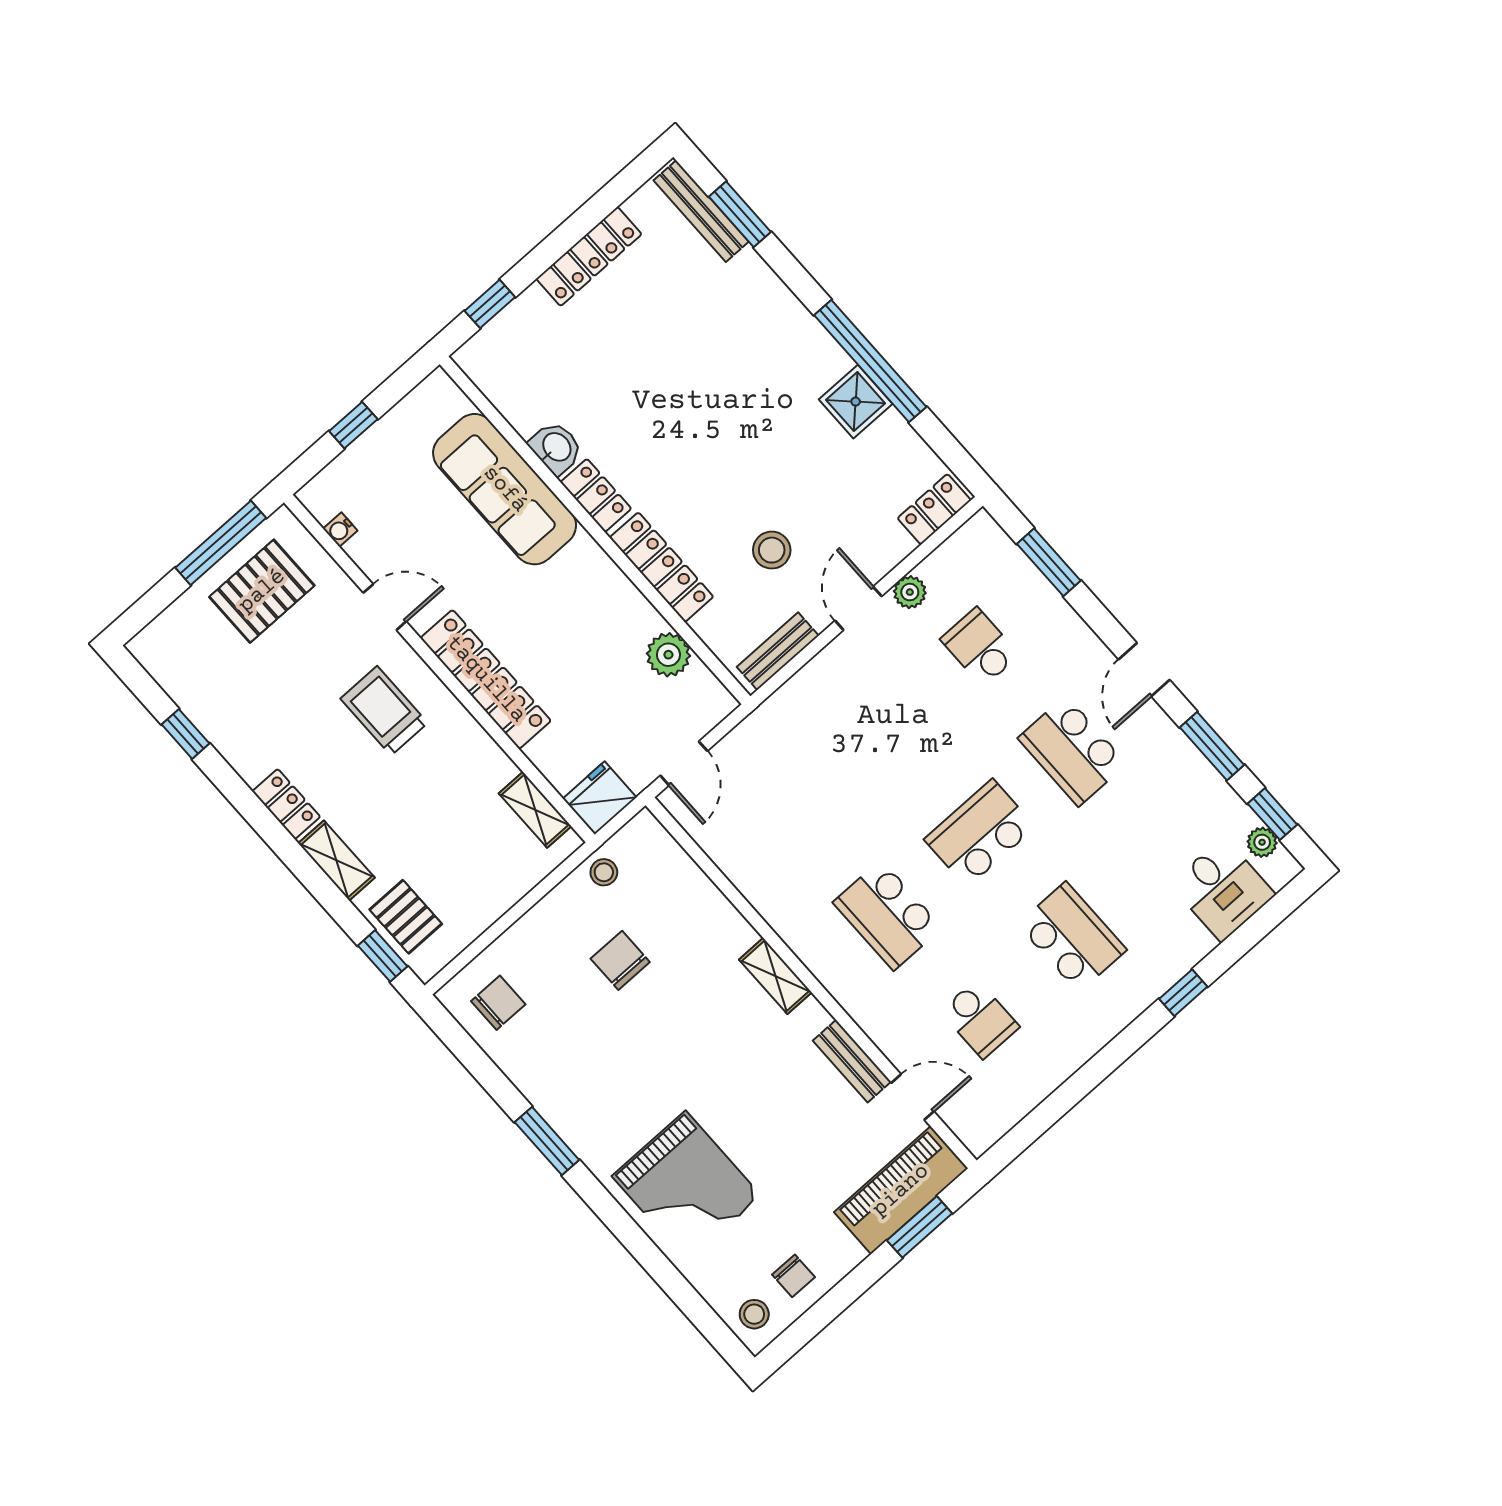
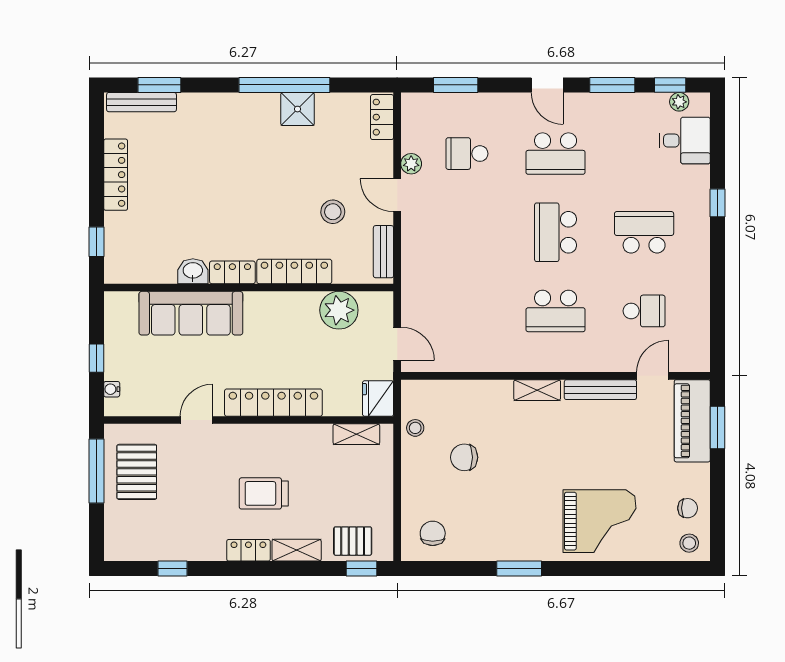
water cooler: (340, 530) -> (112, 389), moved, turned 90
plant: (668, 655) -> (339, 310), width x1.36, depth x1.36
trolley: (384, 711) -> (264, 493), moved
bench: (852, 1061) -> (600, 390), width x1.36

